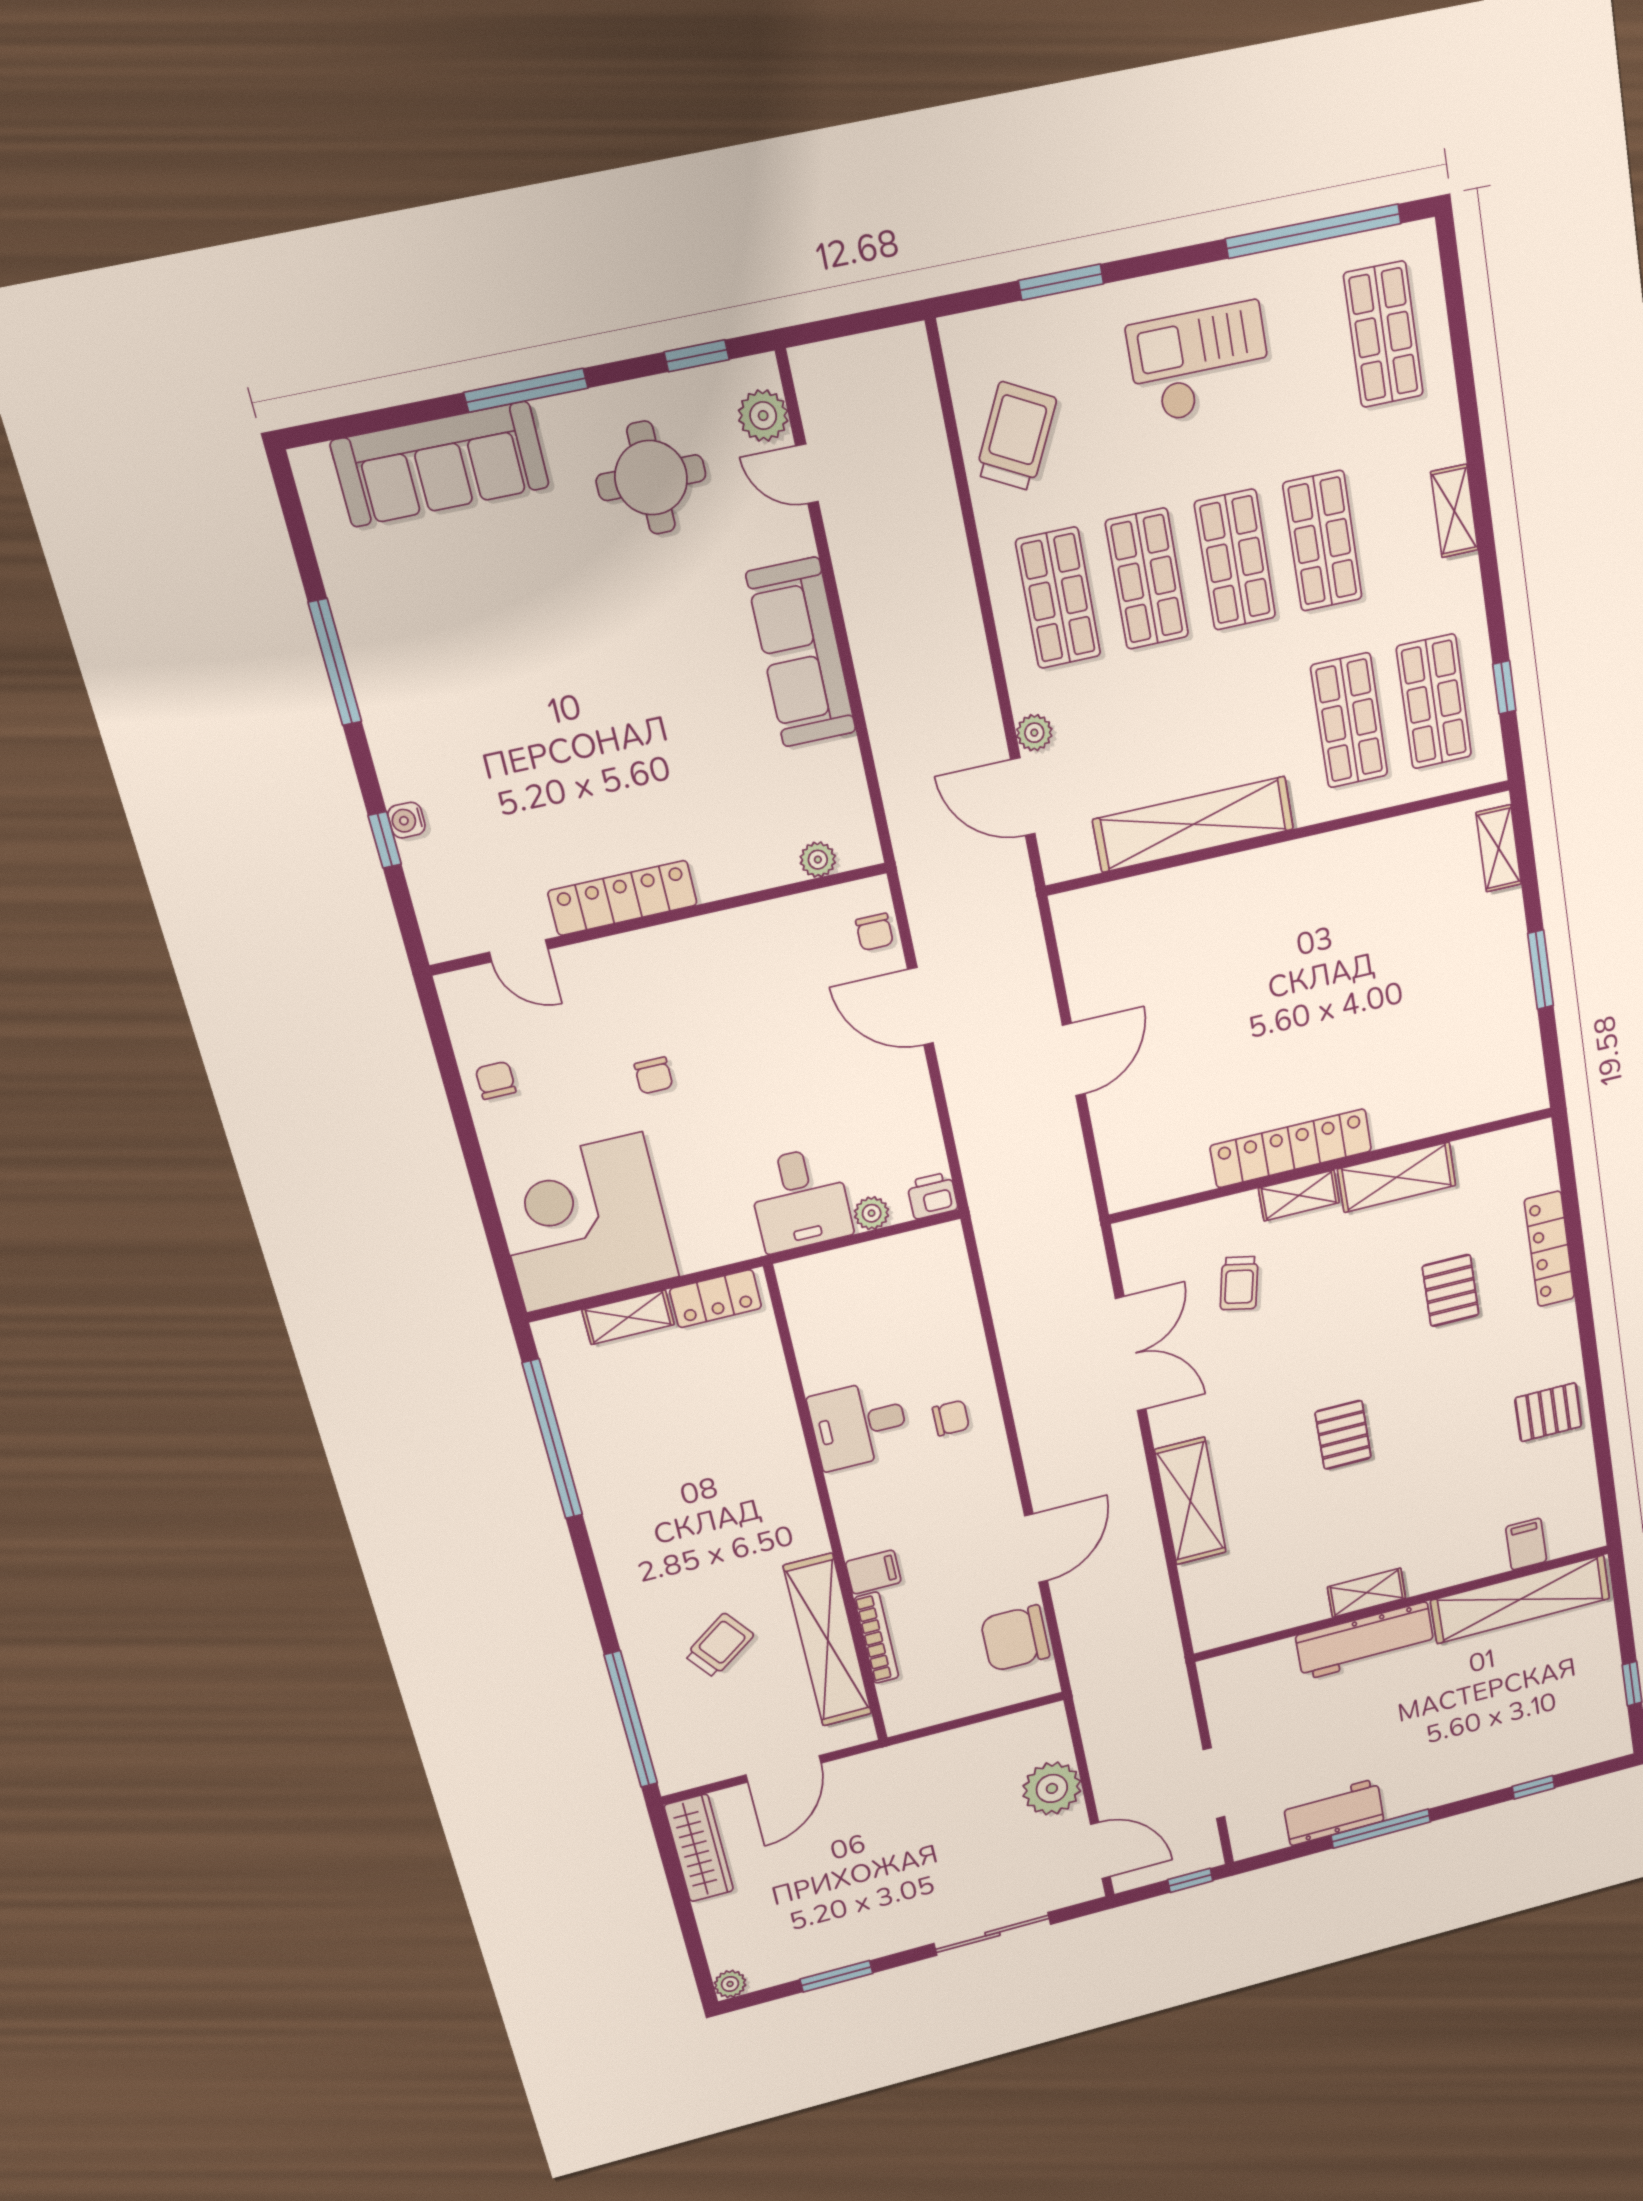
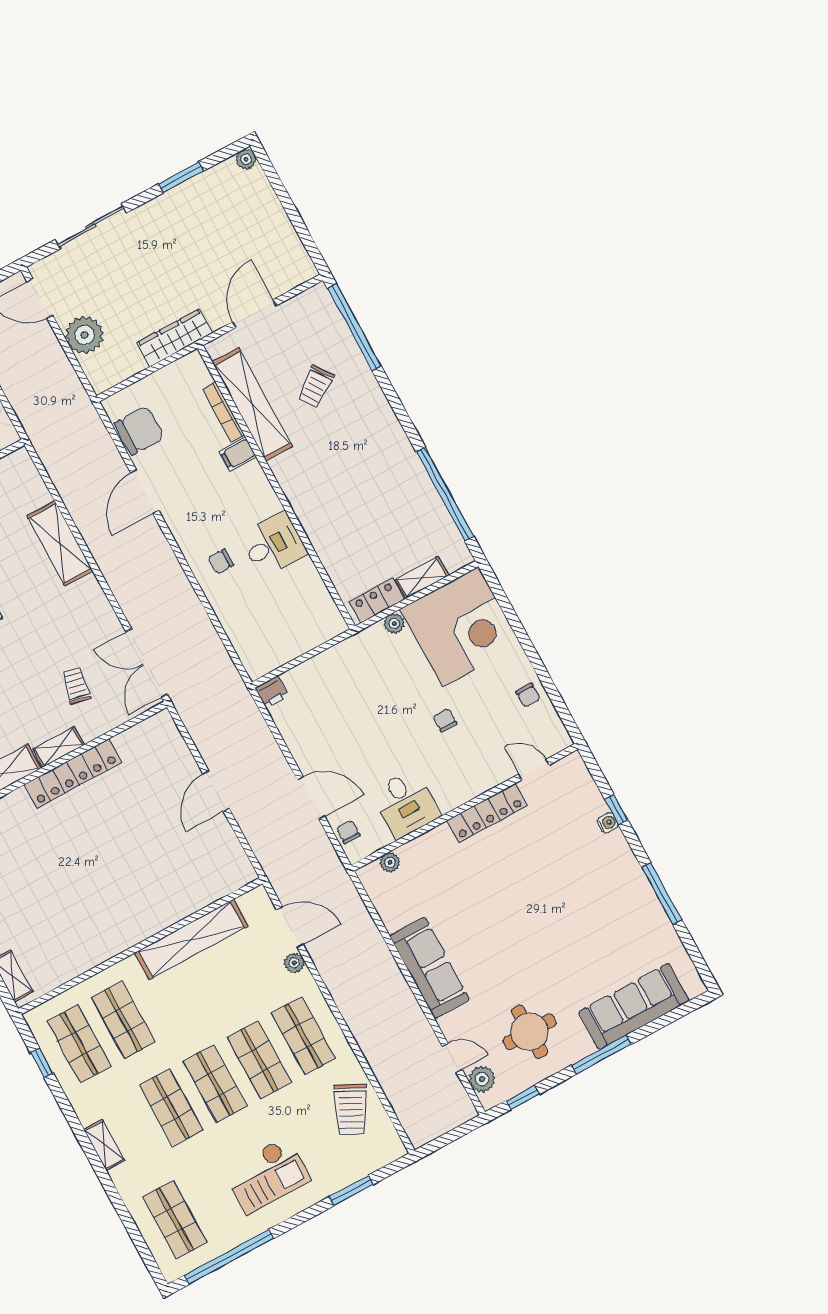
desk: (800, 1199) -> (406, 803), moved, turned 180
plant: (872, 1213) -> (394, 624), moved
double door: (1131, 1354) -> (146, 663), moved
wardrobe: (699, 1848) -> (175, 338), moved, turned 90

